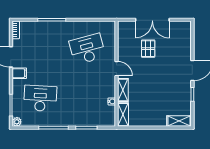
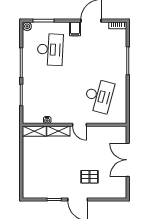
desk: (87, 49) -> (99, 96), turned 30
pallet: (148, 49) -> (90, 177), moved
door: (117, 69) -> (80, 125), hinge flipped
shelving: (179, 121) -> (28, 186), removed

